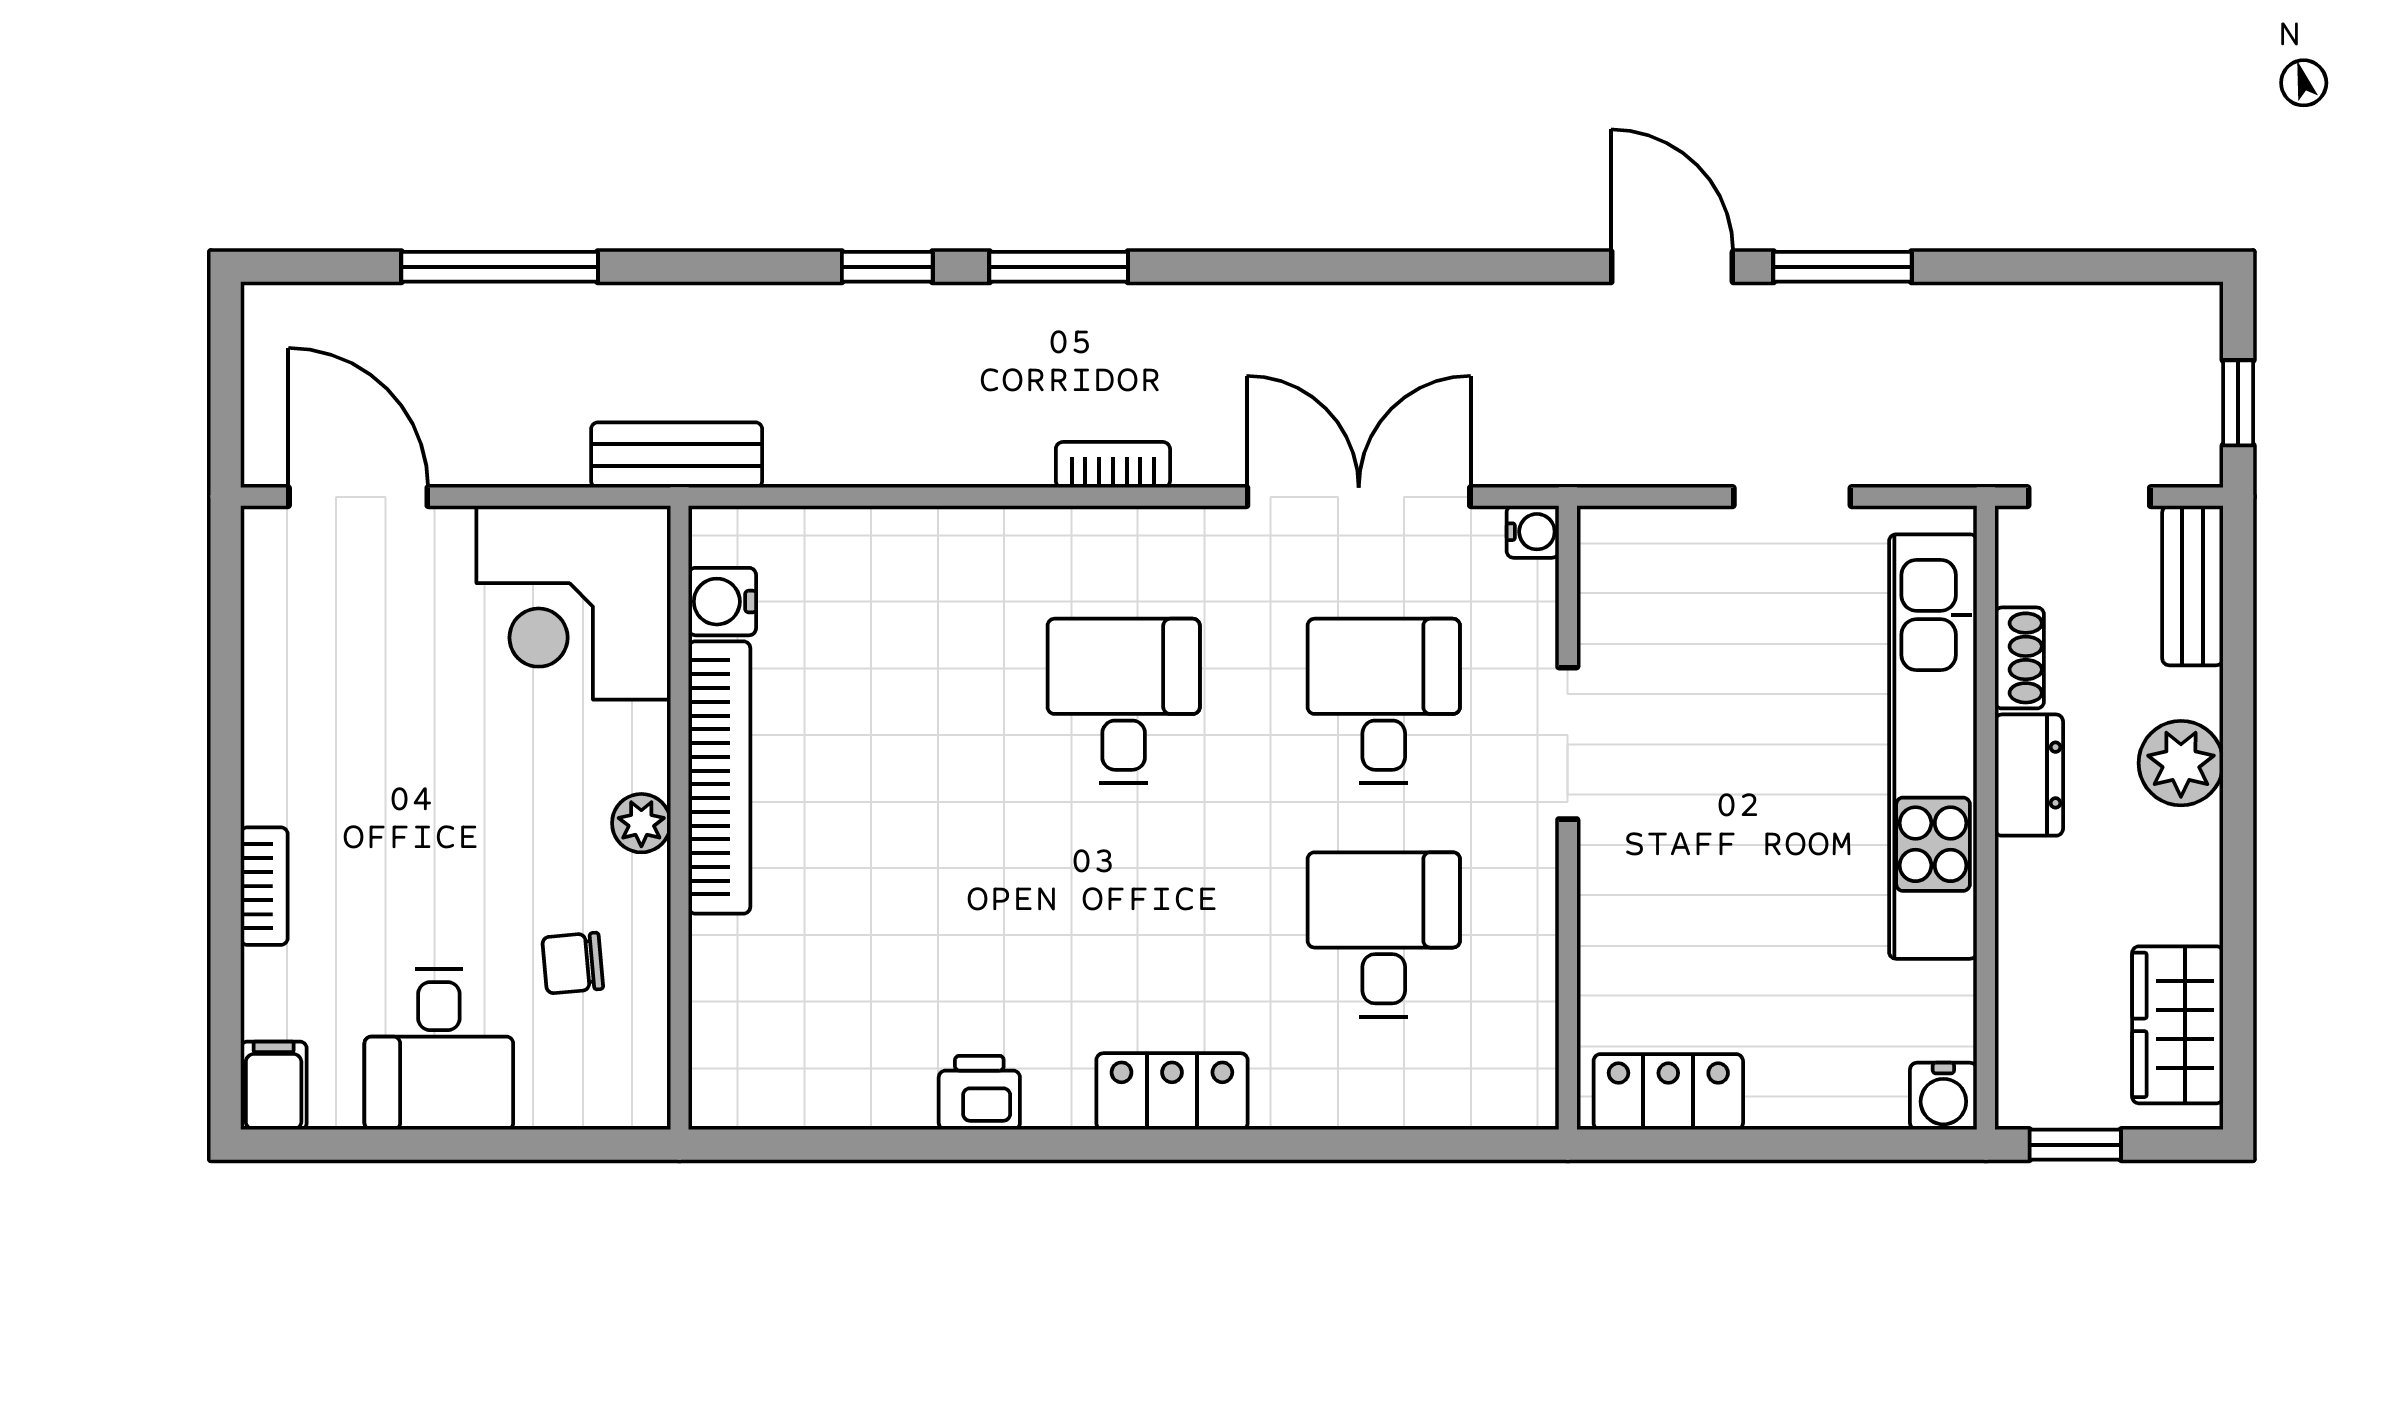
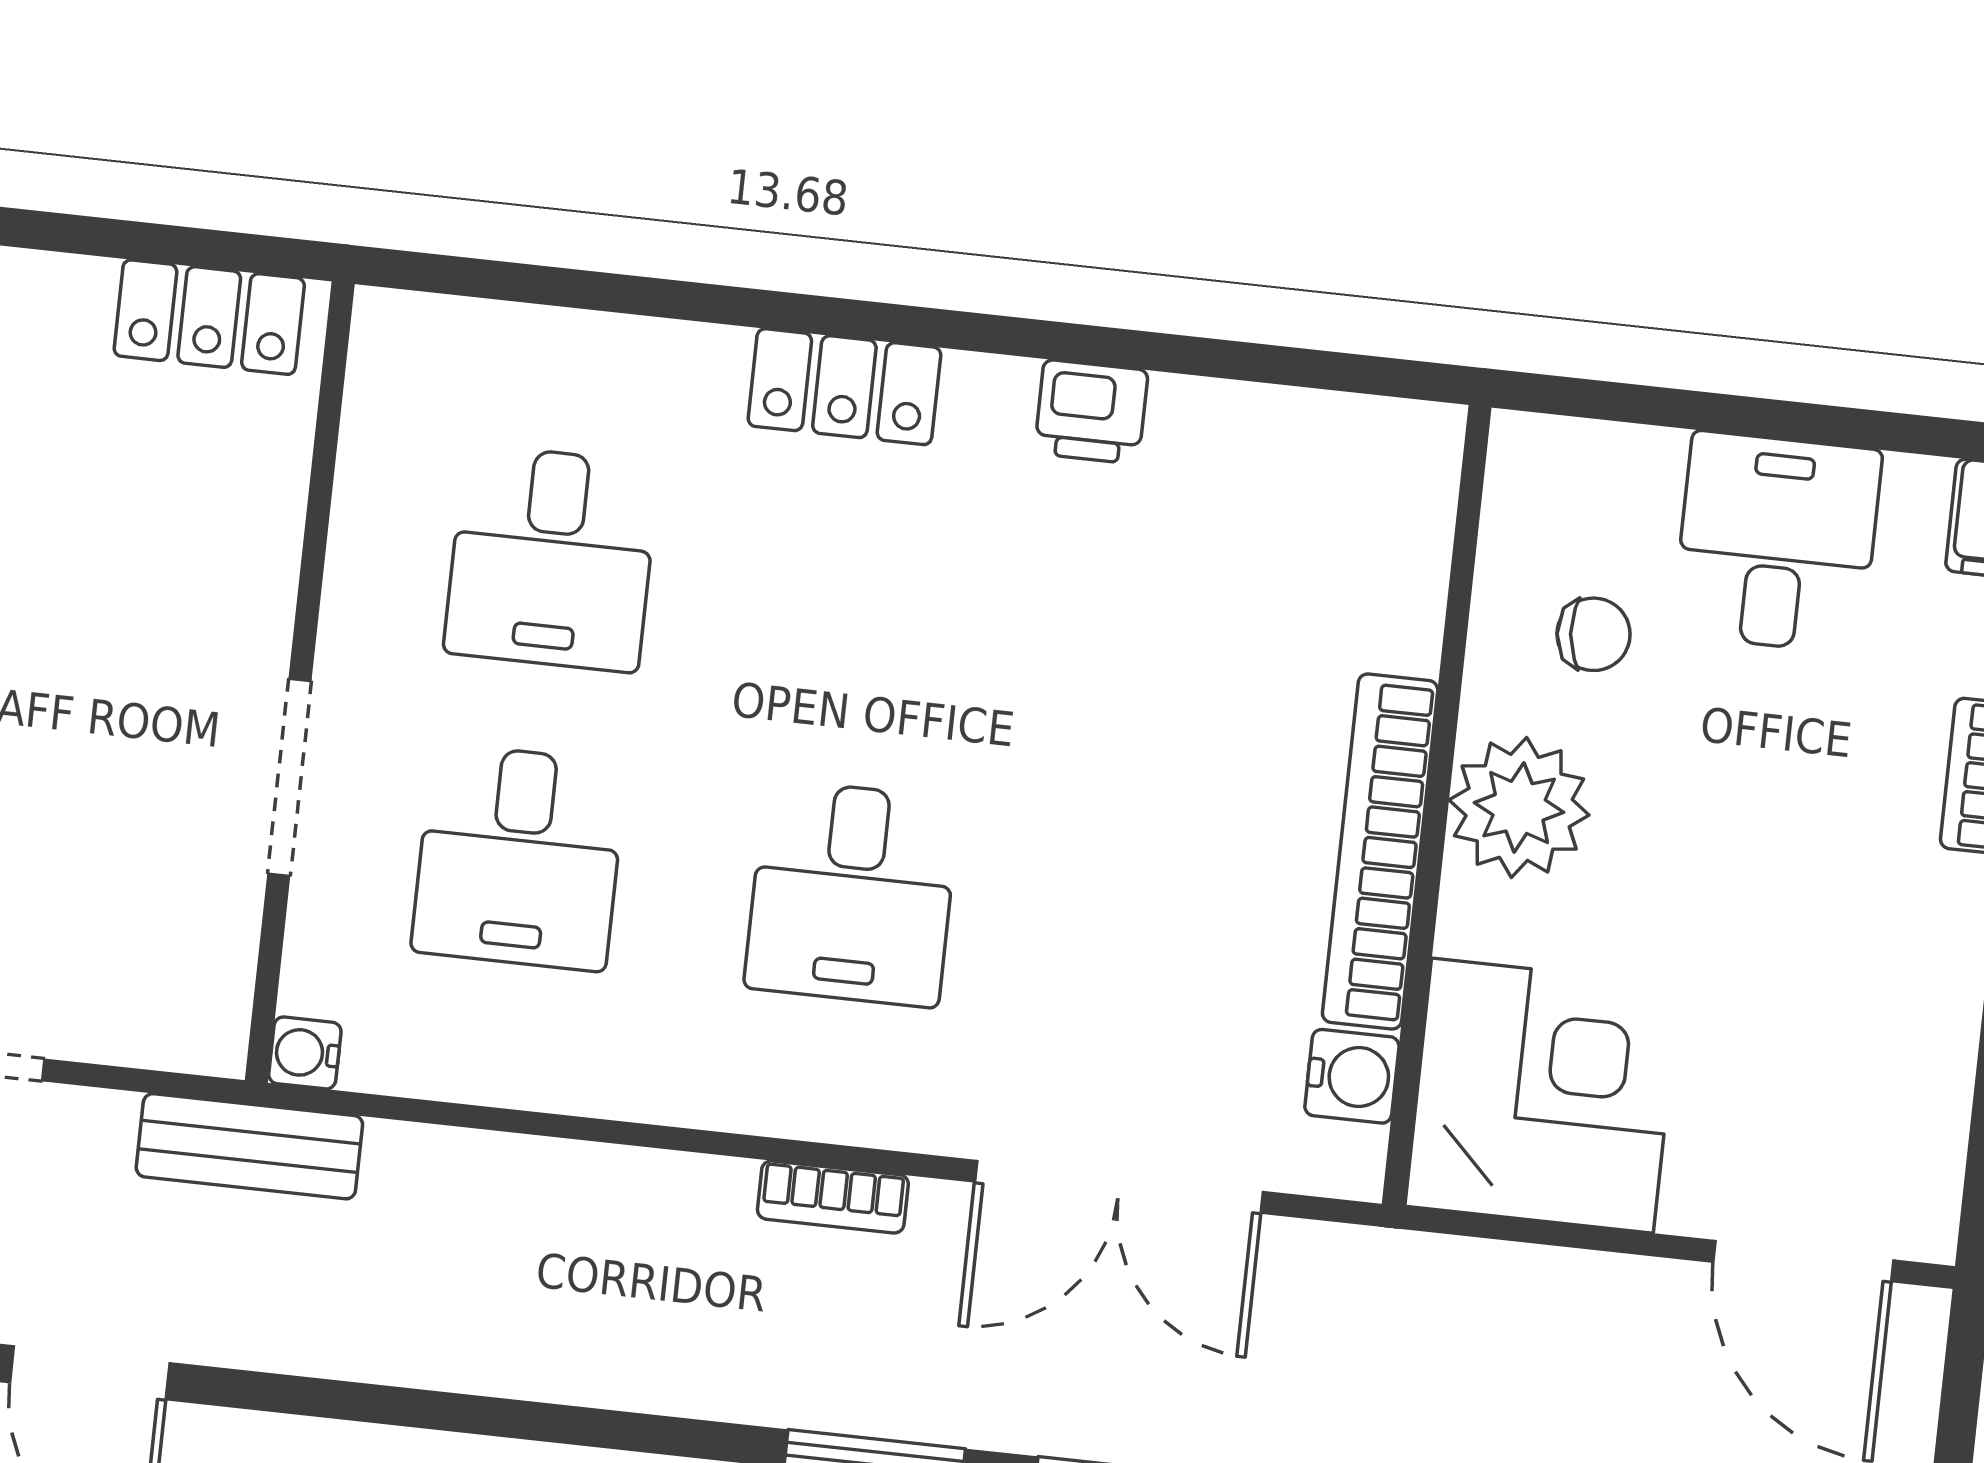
bench: (677, 455) -> (249, 1146), moved
double door: (1359, 497) -> (1119, 1187), moved
plant: (641, 823) -> (1519, 807), width x1.88, depth x1.88

